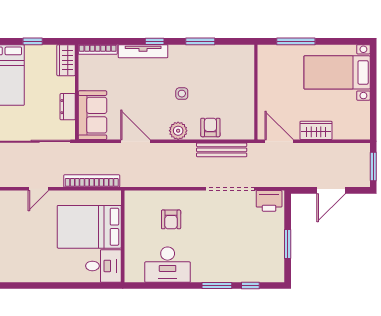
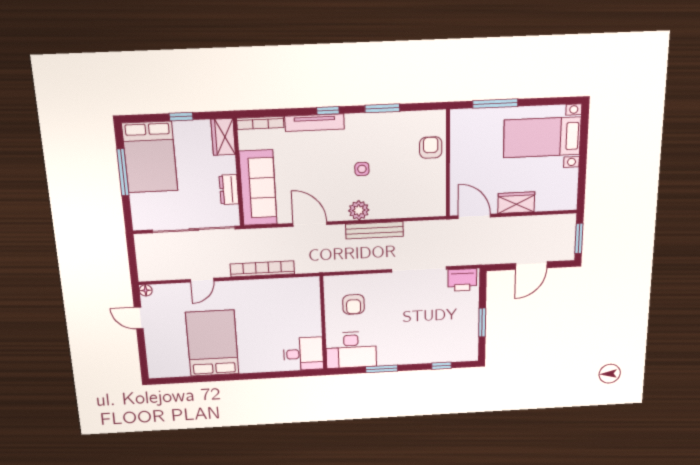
sofa: (92, 115) -> (258, 188), width x1.36
armchair: (210, 127) -> (431, 148), moved
bench: (222, 150) -> (375, 230), moved
bed: (89, 227) -> (212, 343), moved, turned 90
wall: (123, 236) -> (323, 323), moved
desk: (103, 266) -> (303, 354), moved
window: (217, 286) -> (382, 369), moved

